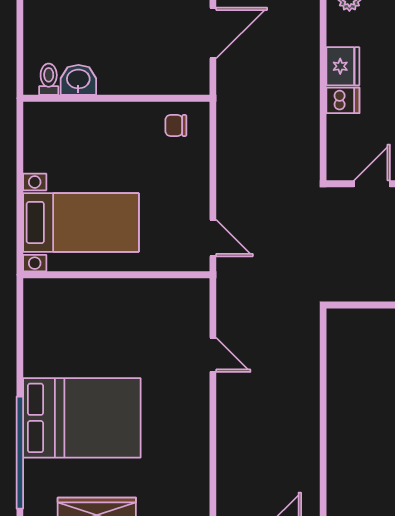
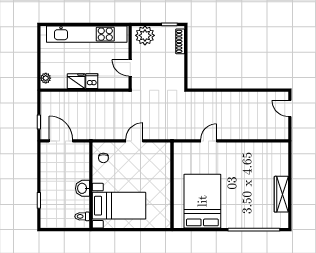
washbasin: (78, 80) -> (82, 188), moved
bed with nightstands: (81, 223) -> (119, 206), moved, turned 90
door: (213, 238) -> (134, 141), moved
bed: (82, 418) -> (202, 201), moved

